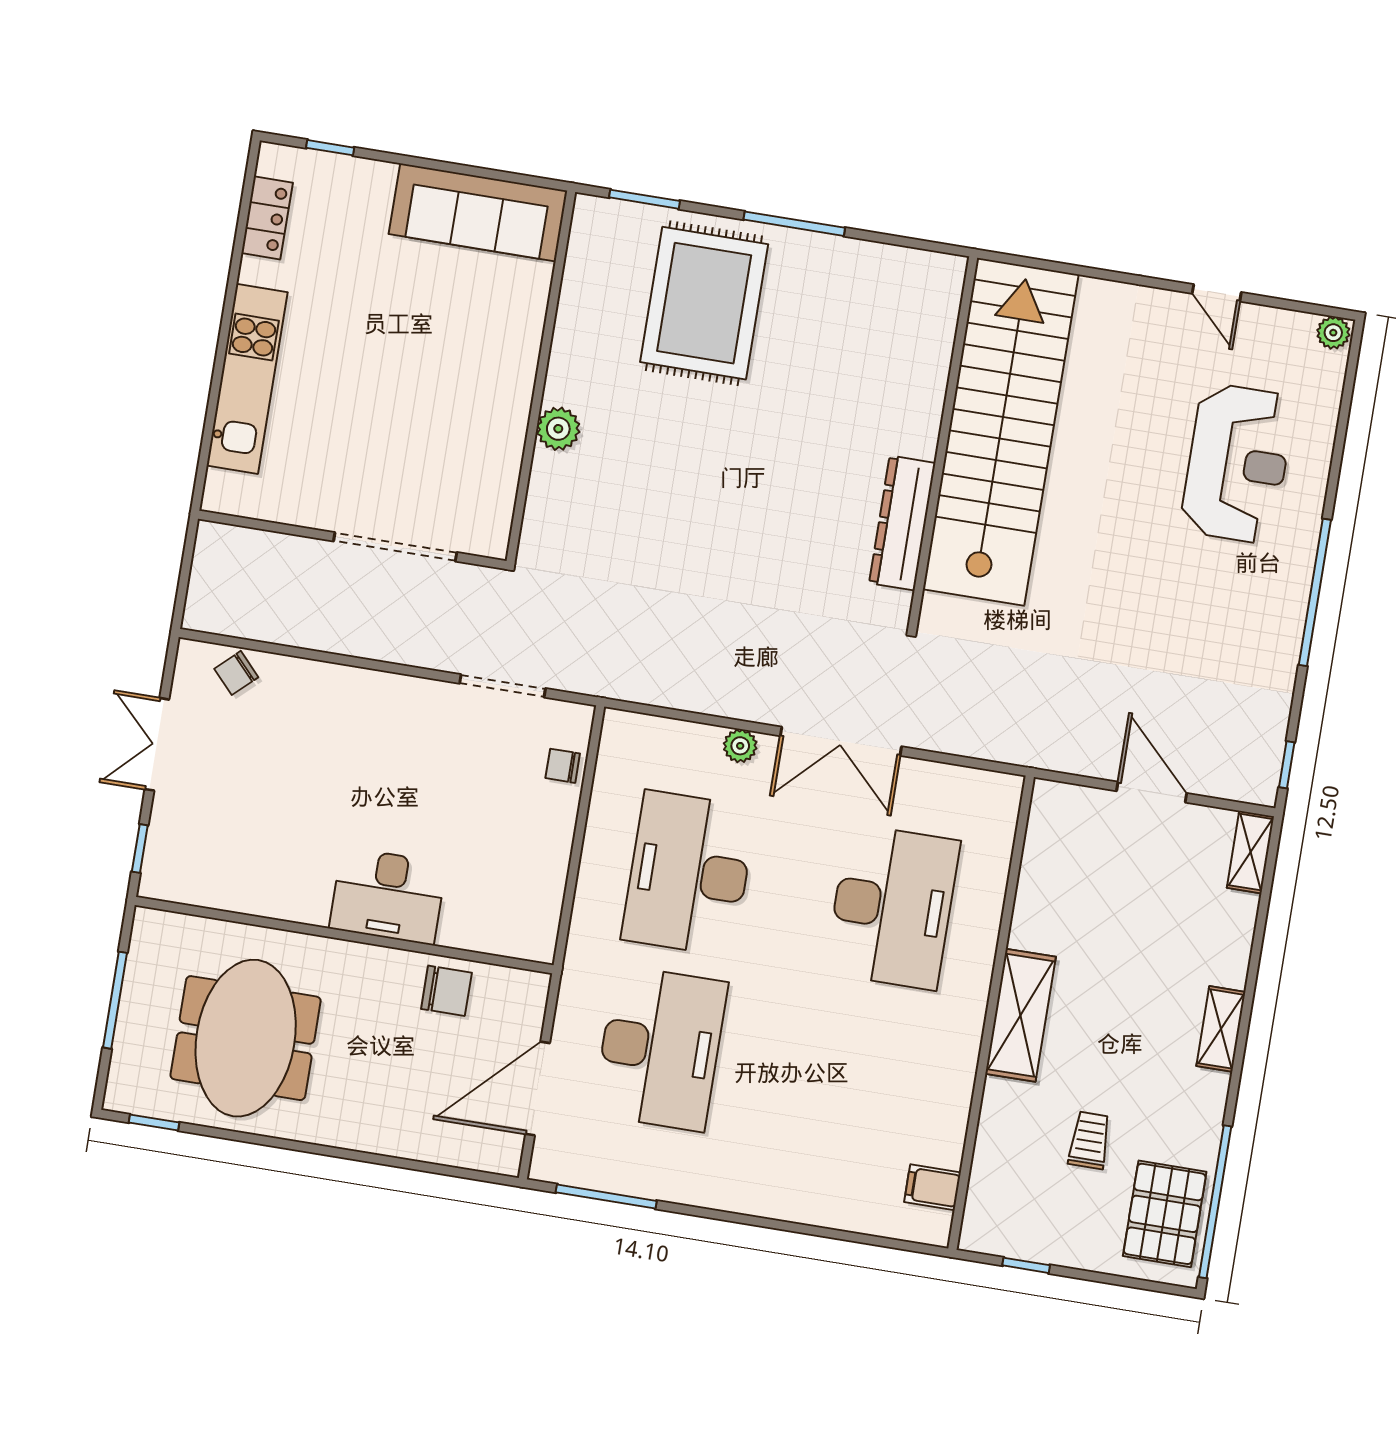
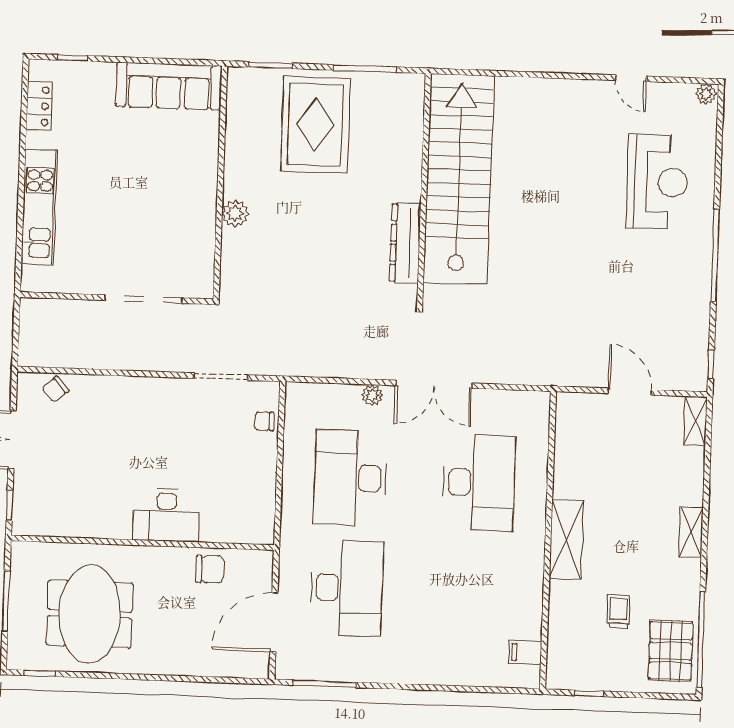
stairs: (1001, 432) -> (459, 179), moved
wall: (943, 442) -> (424, 190), moved
dresser: (902, 523) -> (405, 243), moved

